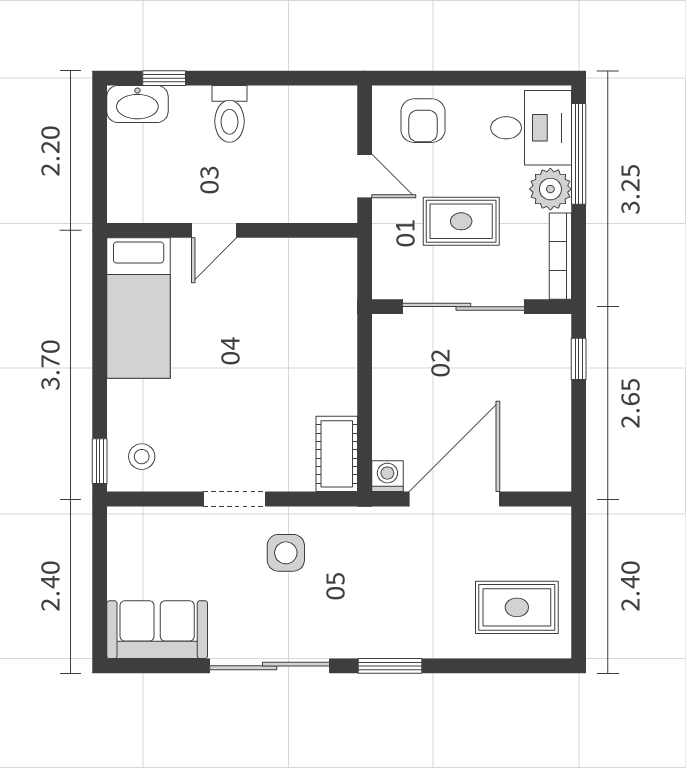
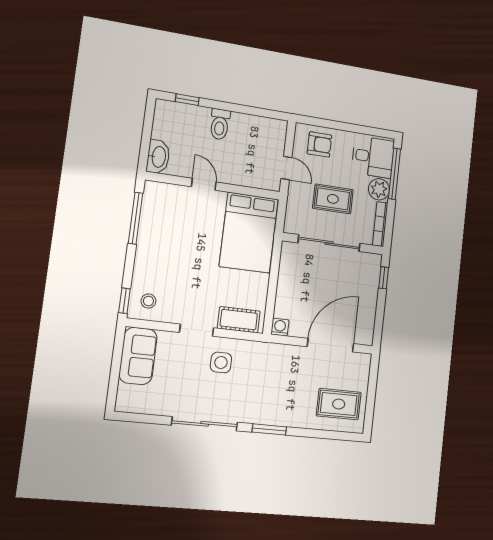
washbasin: (137, 104) -> (158, 157), moved, turned -90
armchair: (423, 121) -> (319, 144), turned -90
door: (214, 230) -> (204, 184), swing flipped
bed: (139, 308) -> (249, 233), moved, width x1.50
window: (100, 311) -> (135, 218), added
cot: (337, 454) -> (239, 320), moved, turned 90
door: (454, 499) -> (331, 345), moved
sofa: (157, 630) -> (138, 356), moved, turned 90

